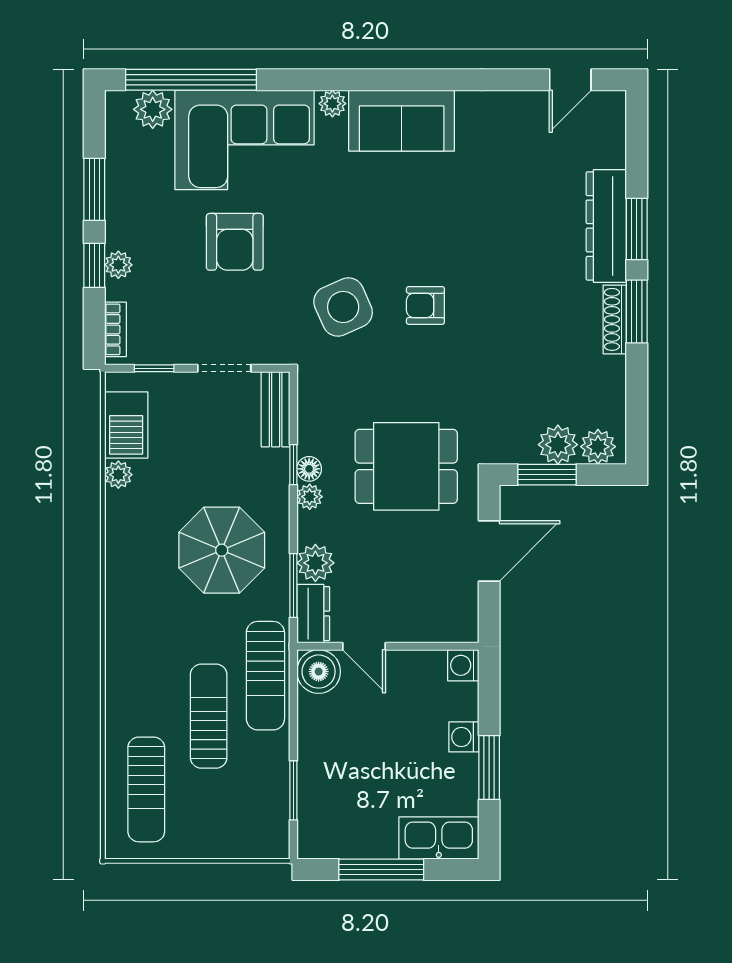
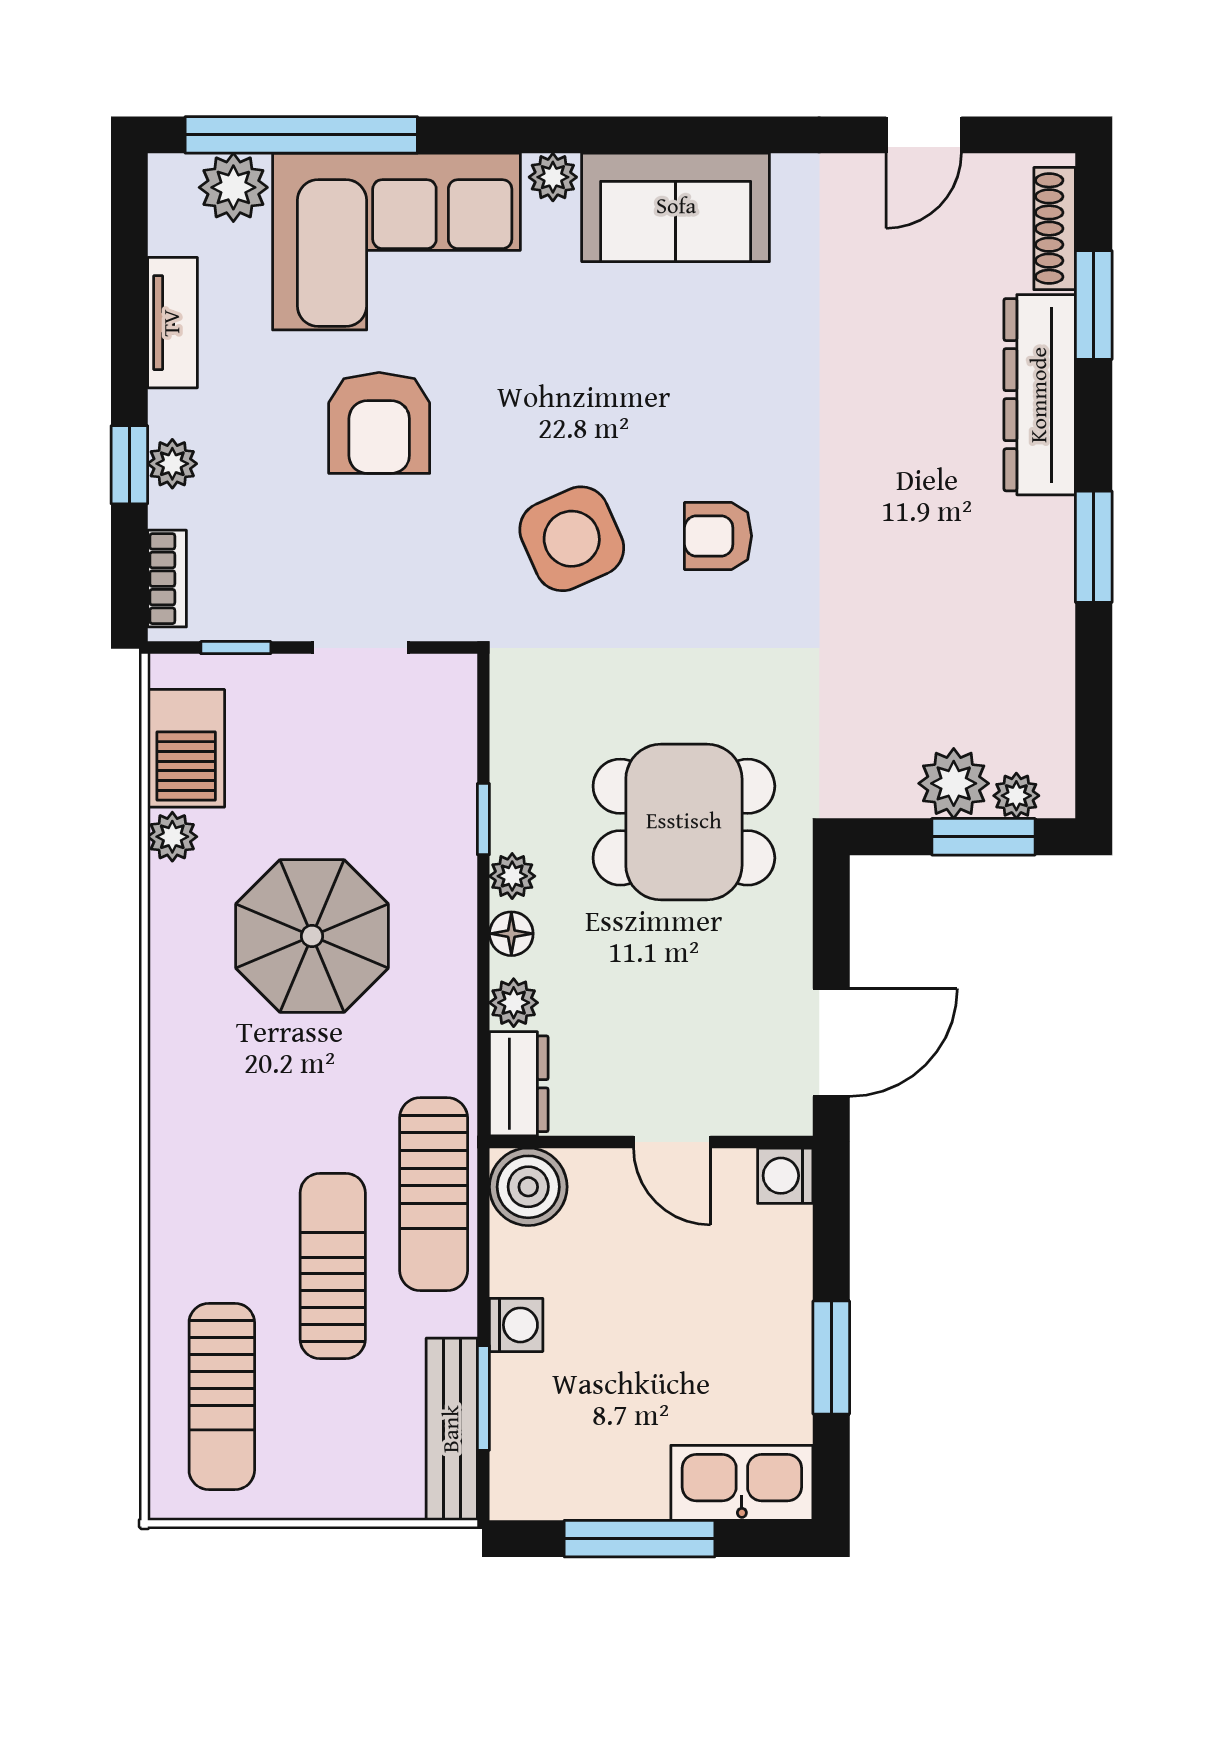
door: (570, 80) -> (924, 135), moved
tv unit: (119, 185) -> (173, 323), added
window: (94, 189) -> (129, 330), removed
window: (637, 229) -> (1094, 305), moved
shoe rack: (615, 319) -> (1055, 229), moved
bench: (276, 409) -> (452, 1429), moved, width x1.36
plant: (598, 447) -> (1016, 796), width x0.73, depth x0.73
floor lamp: (309, 469) -> (511, 934), moved
window: (547, 475) -> (983, 837), moved
parasol: (222, 550) -> (312, 936), moved
door: (489, 551) -> (831, 1042), moved
plant: (315, 563) -> (514, 1003), width x0.73, depth x0.73
window: (293, 585) -> (483, 1034), removed
door: (364, 646) -> (672, 1142), moved
washing machine: (464, 737) -> (516, 1325), moved, turned 180

